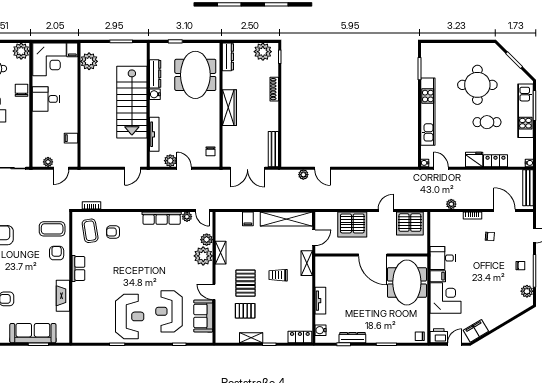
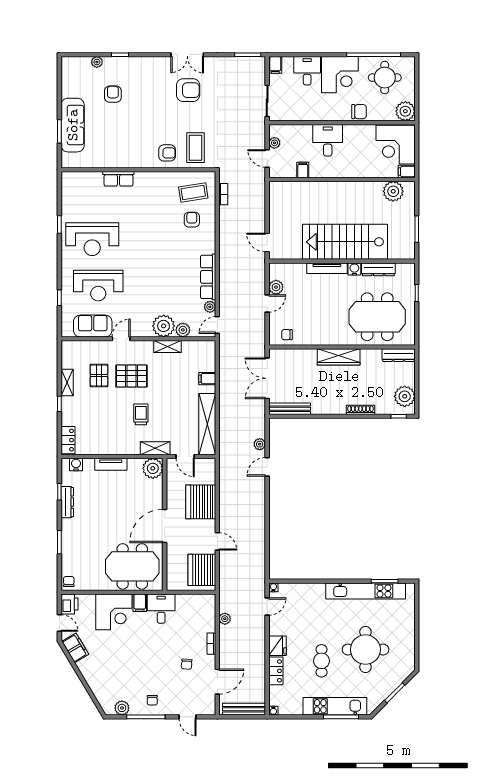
desk: (46, 99) -> (328, 140), moved
kitchen unit: (428, 112) -> (366, 591), moved
tv unit: (154, 134) -> (327, 268), moved
plant: (324, 265) -> (153, 468), added
row of seats: (78, 268) -> (118, 179), moved
fireplace: (63, 296) -> (117, 160), removed
reception desk: (169, 311) -> (98, 286), turned 180

